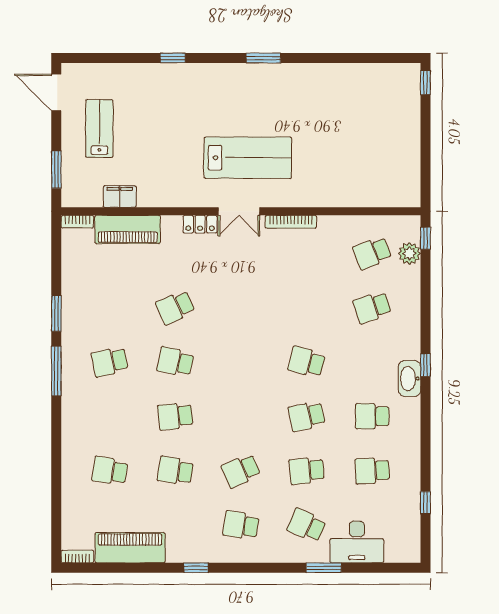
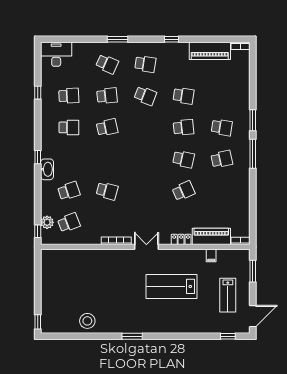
window: (173, 58) -> (228, 336), moved
stool: (340, 84) -> (87, 321), added
door: (56, 92) -> (253, 316), hinge flipped
lab bench: (248, 158) -> (171, 286), moved
filing cabinet: (120, 197) -> (211, 255), width x0.50
locker: (200, 224) -> (181, 239), moved
window: (56, 314) -> (253, 120), moved
school desk: (307, 362) -> (107, 191), moved
washbasin: (410, 378) -> (47, 169), moved
school desk: (110, 471) -> (222, 127), moved
school desk: (241, 471) -> (145, 96), turned 45
window: (426, 503) -> (38, 93), moved
desk: (357, 542) -> (56, 54), moved
window: (324, 568) -> (117, 39), moved

